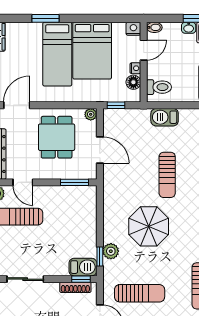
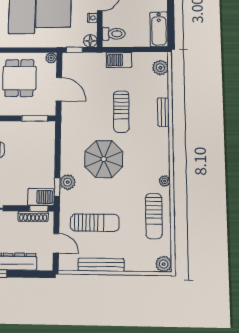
floor lamp: (133, 82) -> (90, 41), moved

